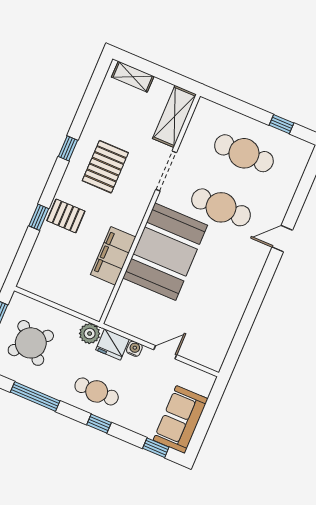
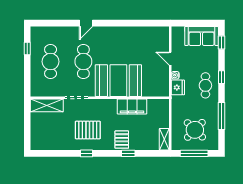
shelving: (133, 77) -> (164, 139), moved
door: (282, 239) -> (86, 23), hinge flipped
plant: (90, 334) -> (177, 102), removed

